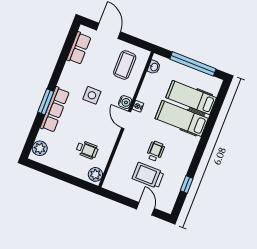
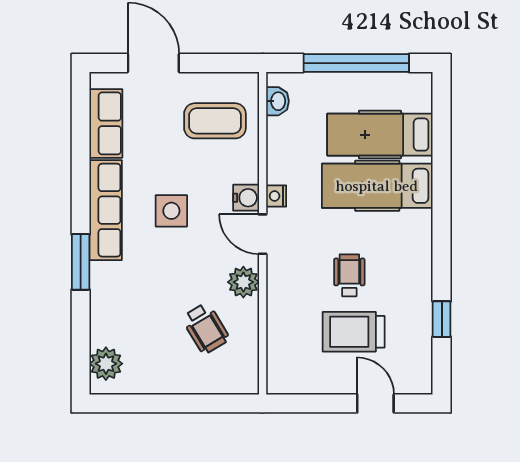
coffee table: (125, 65) -> (215, 121), turned 90
row of seats: (55, 110) -> (106, 210), moved
wheelchair: (87, 150) -> (206, 328), turned 59
plant: (95, 174) -> (243, 282), moved

